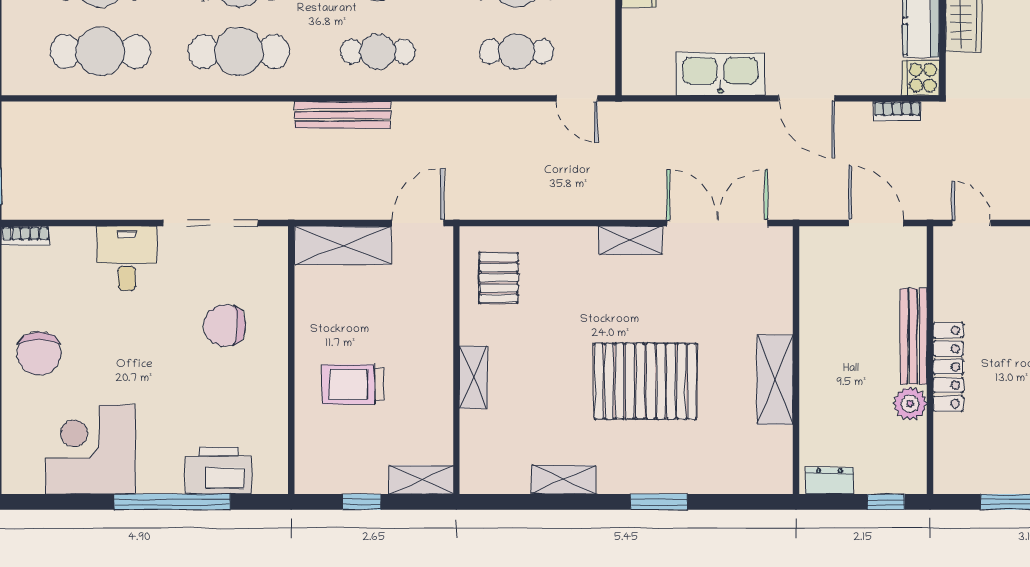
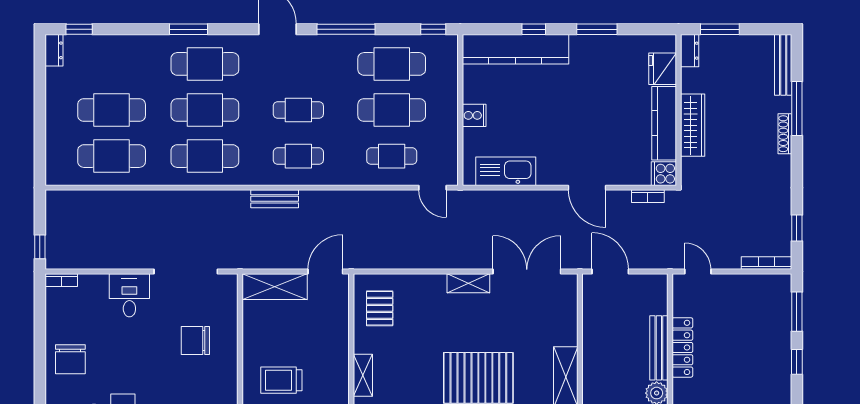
kitchen sink: (720, 74) -> (506, 171), moved
bench: (343, 115) -> (275, 199), width x0.73
door: (876, 223) -> (610, 272), moved
locker: (948, 367) -> (682, 347), moved

